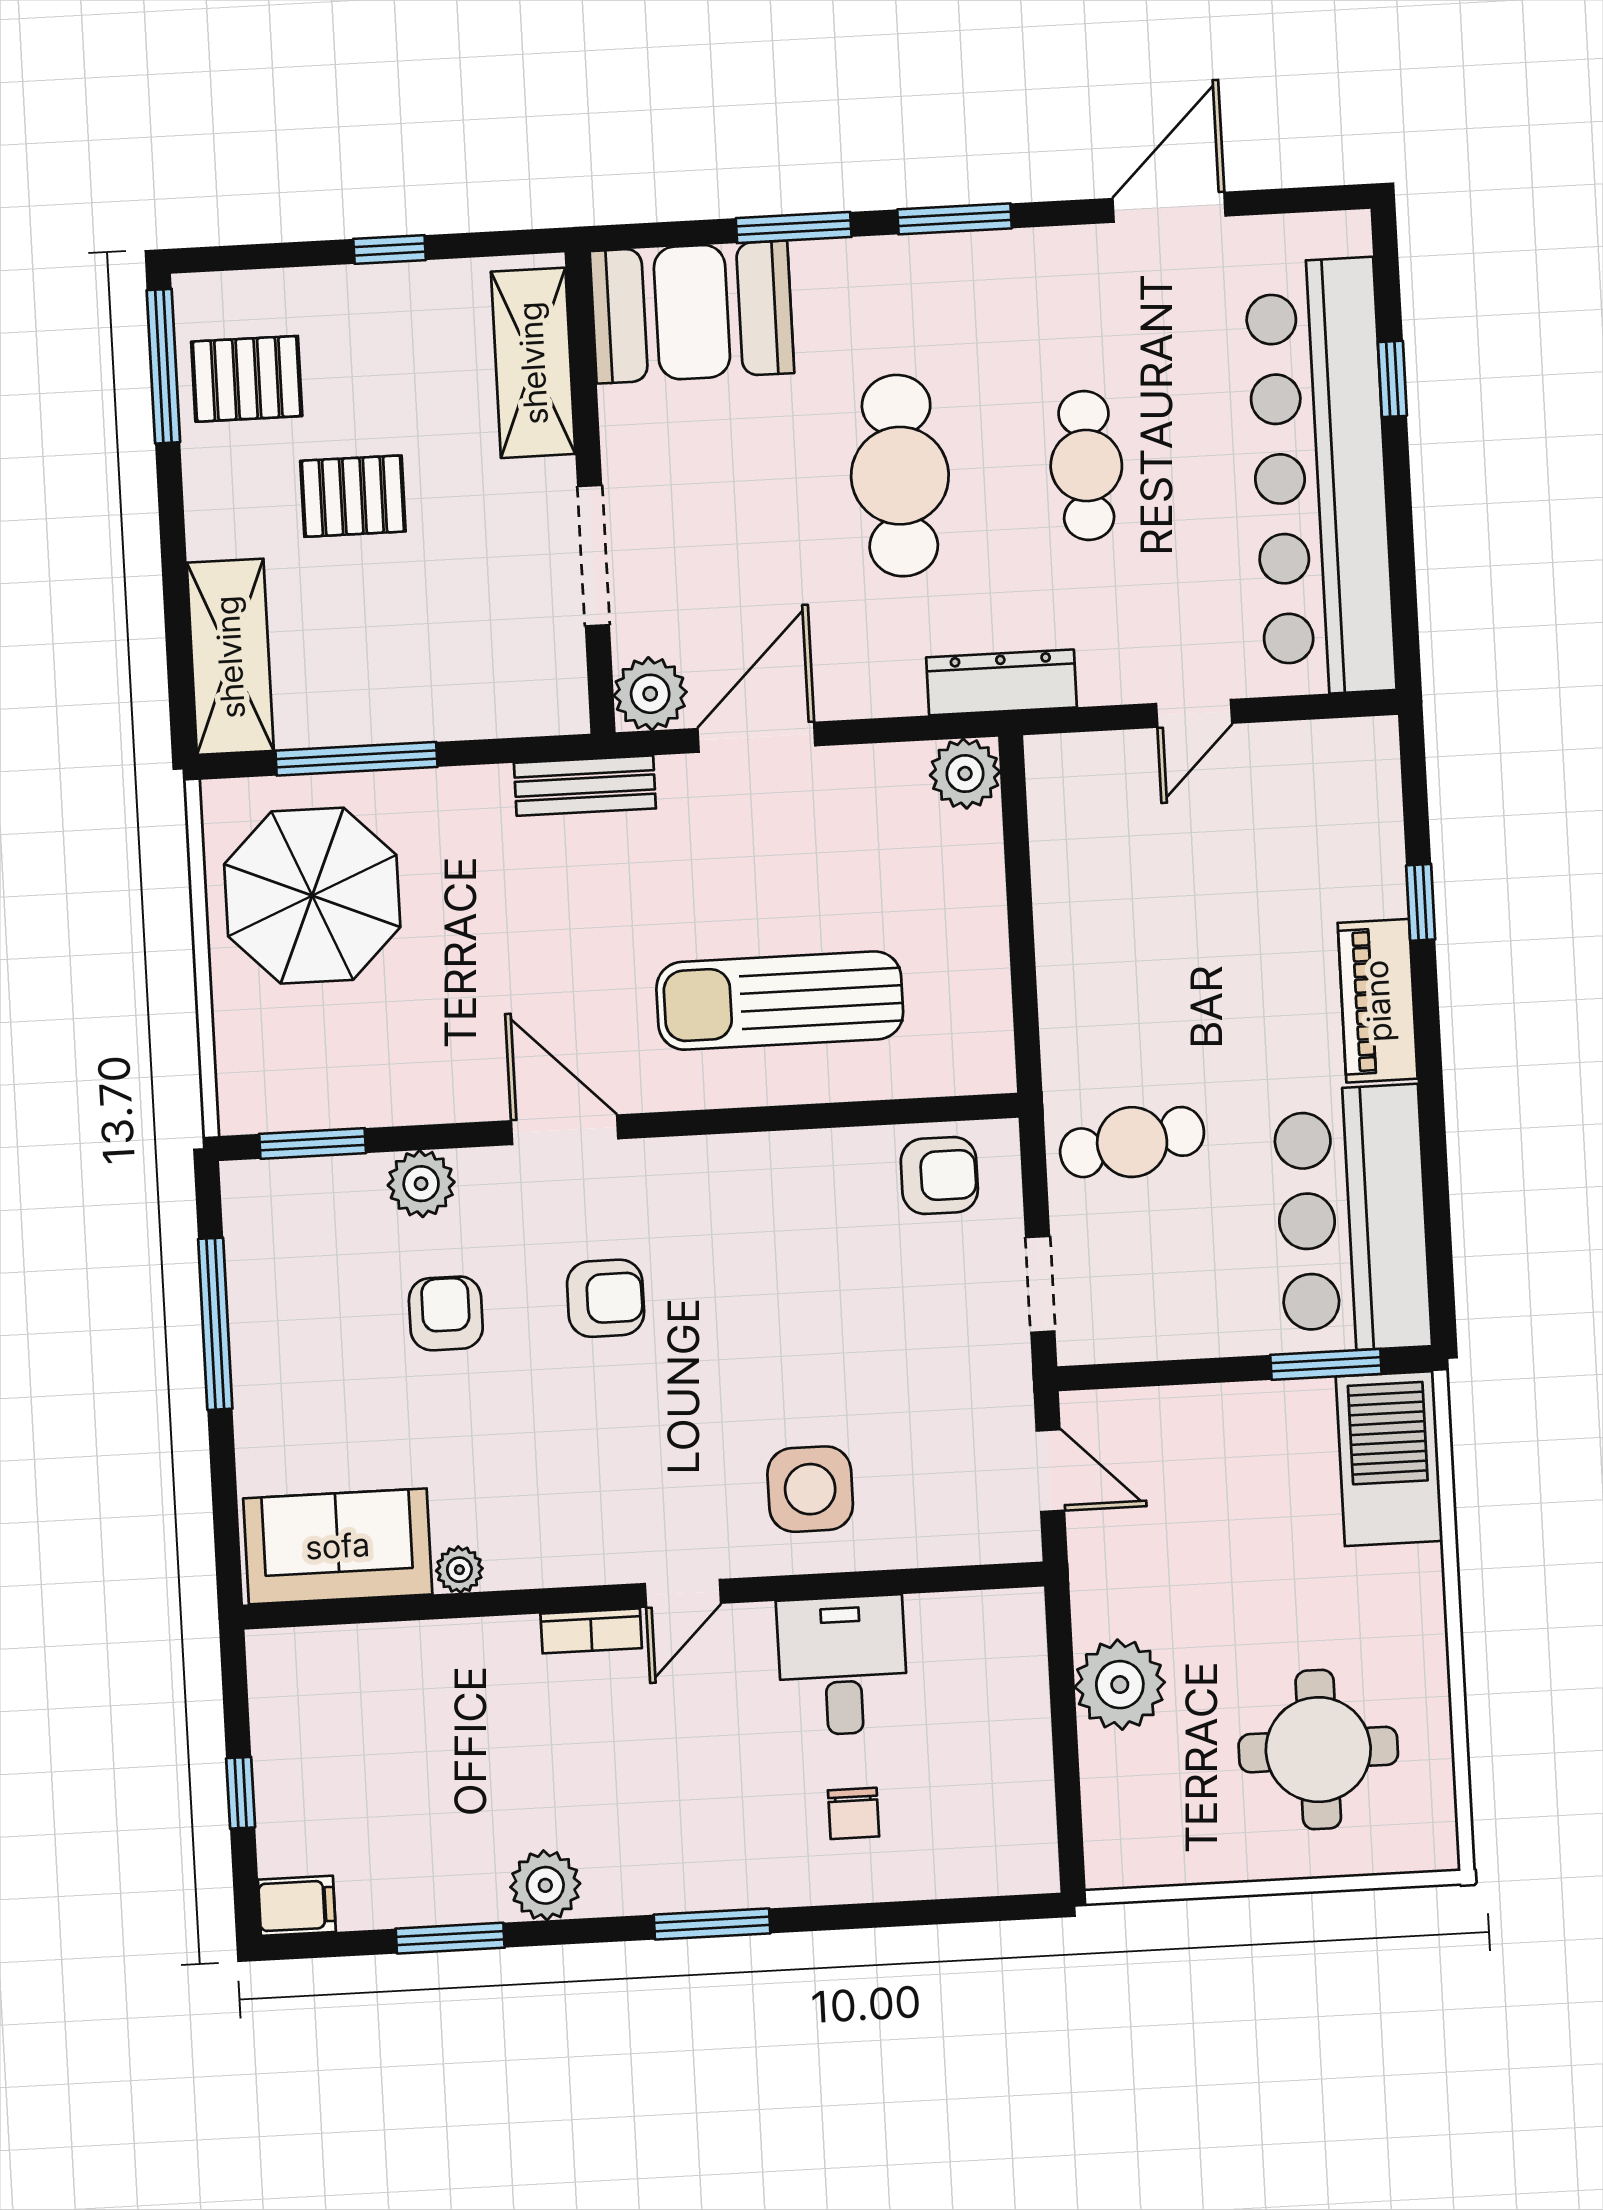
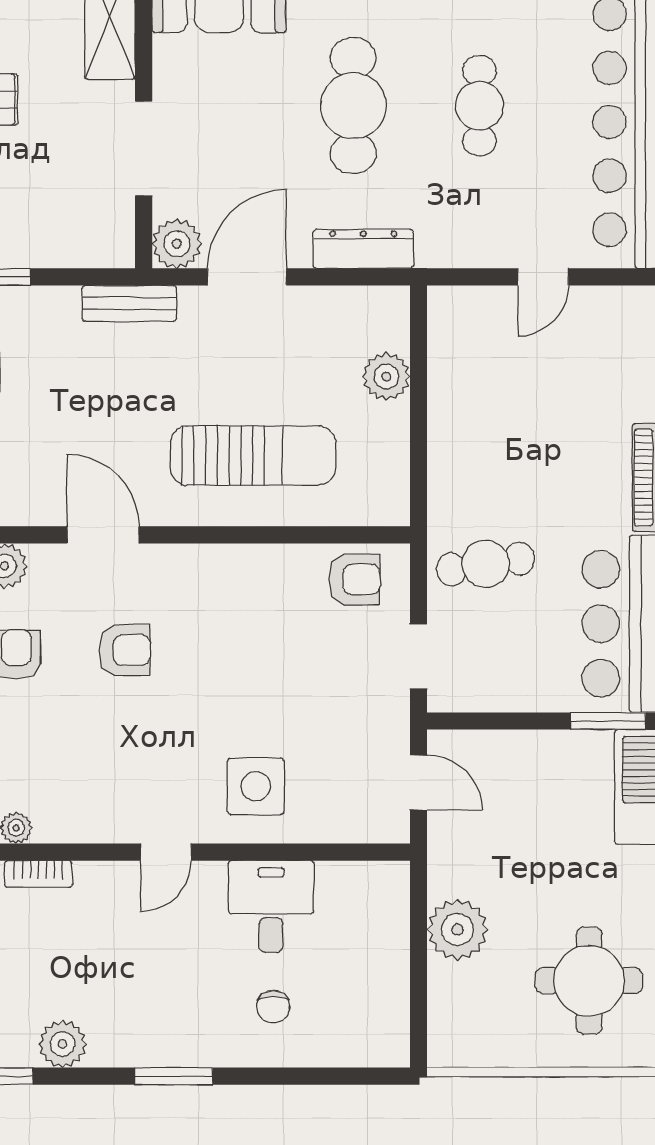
dresser: (1002, 682) -> (363, 249), moved
plant: (965, 774) -> (386, 376), moved
sun lounger: (780, 1001) -> (253, 456), turned 180
bookcase: (591, 1631) -> (38, 874), moved

